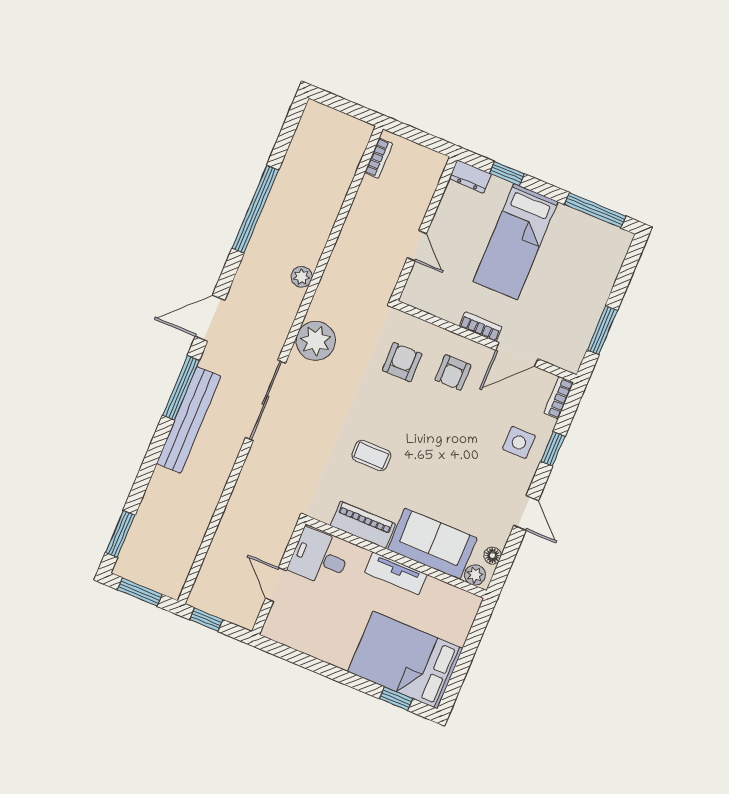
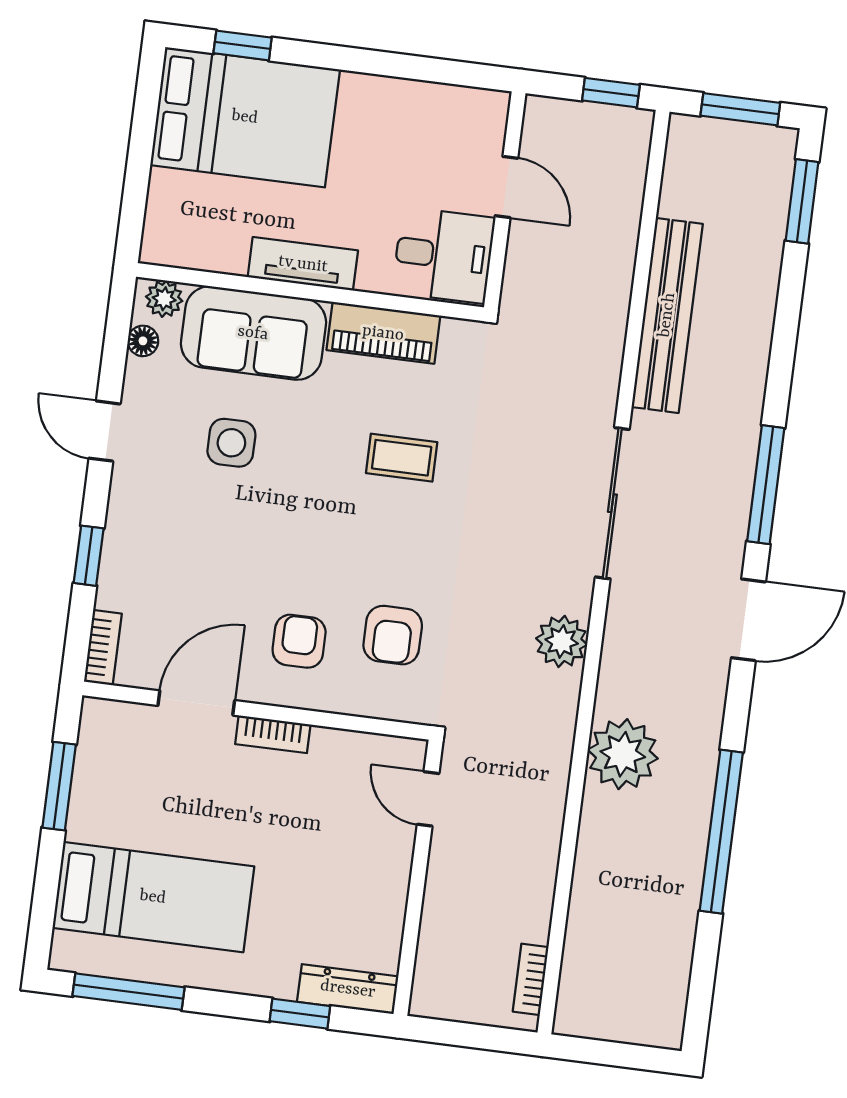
dresser: (470, 176) -> (348, 989), width x1.44
bed: (516, 242) -> (153, 897), moved, turned 90
door: (417, 246) -> (428, 799), moved
plant: (302, 277) -> (623, 754), width x1.87, depth x1.87
plant: (316, 341) -> (562, 641), width x0.73, depth x0.73
bench: (189, 420) -> (667, 315), moved
side table: (519, 442) -> (231, 443), moved

